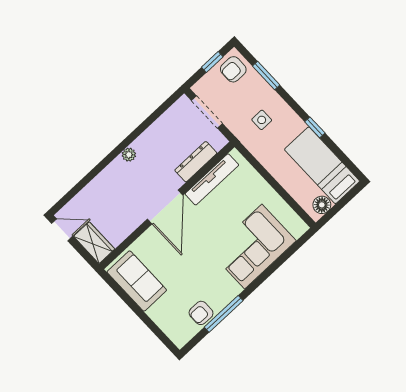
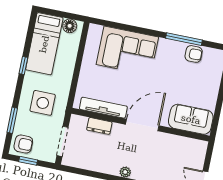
side table: (262, 120) -> (43, 103), width x1.87, depth x1.87
dresser: (196, 162) -> (99, 126), width x0.70
wardrobe: (94, 243) -> (197, 154), removed
sofa: (137, 281) -> (191, 119), moved, turned 90

